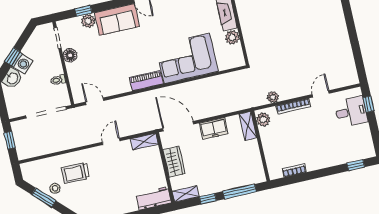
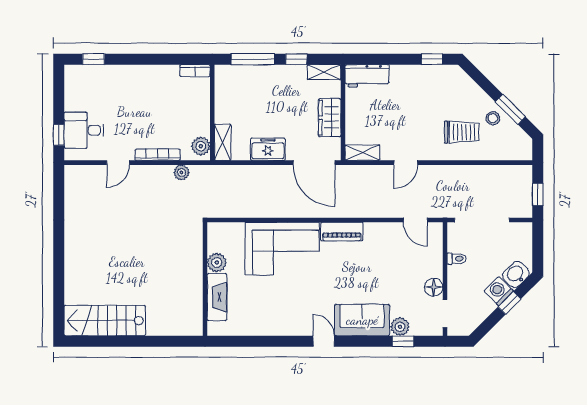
bookcase: (294, 170) -> (195, 71), moved

